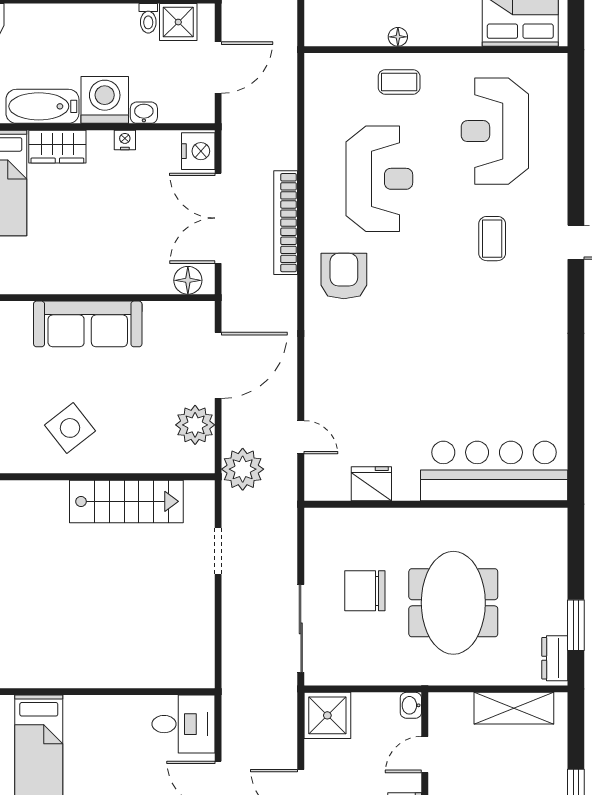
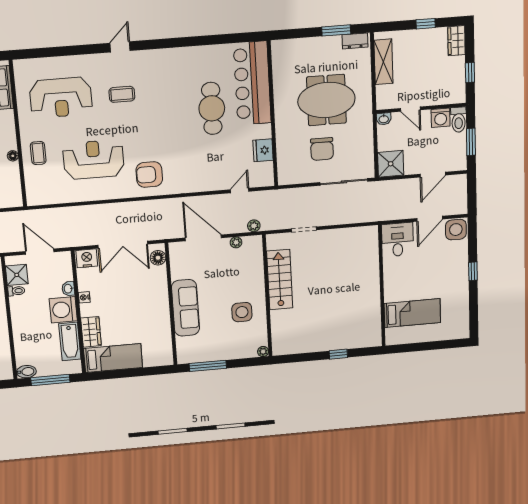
bookcase: (286, 223) -> (122, 208), removed
cafe table: (454, 396) -> (212, 108), added
plant: (195, 425) -> (236, 242), width x0.53, depth x0.53
side table: (70, 428) -> (242, 312), turned 38
plant: (243, 469) -> (254, 226), width x0.53, depth x0.53

